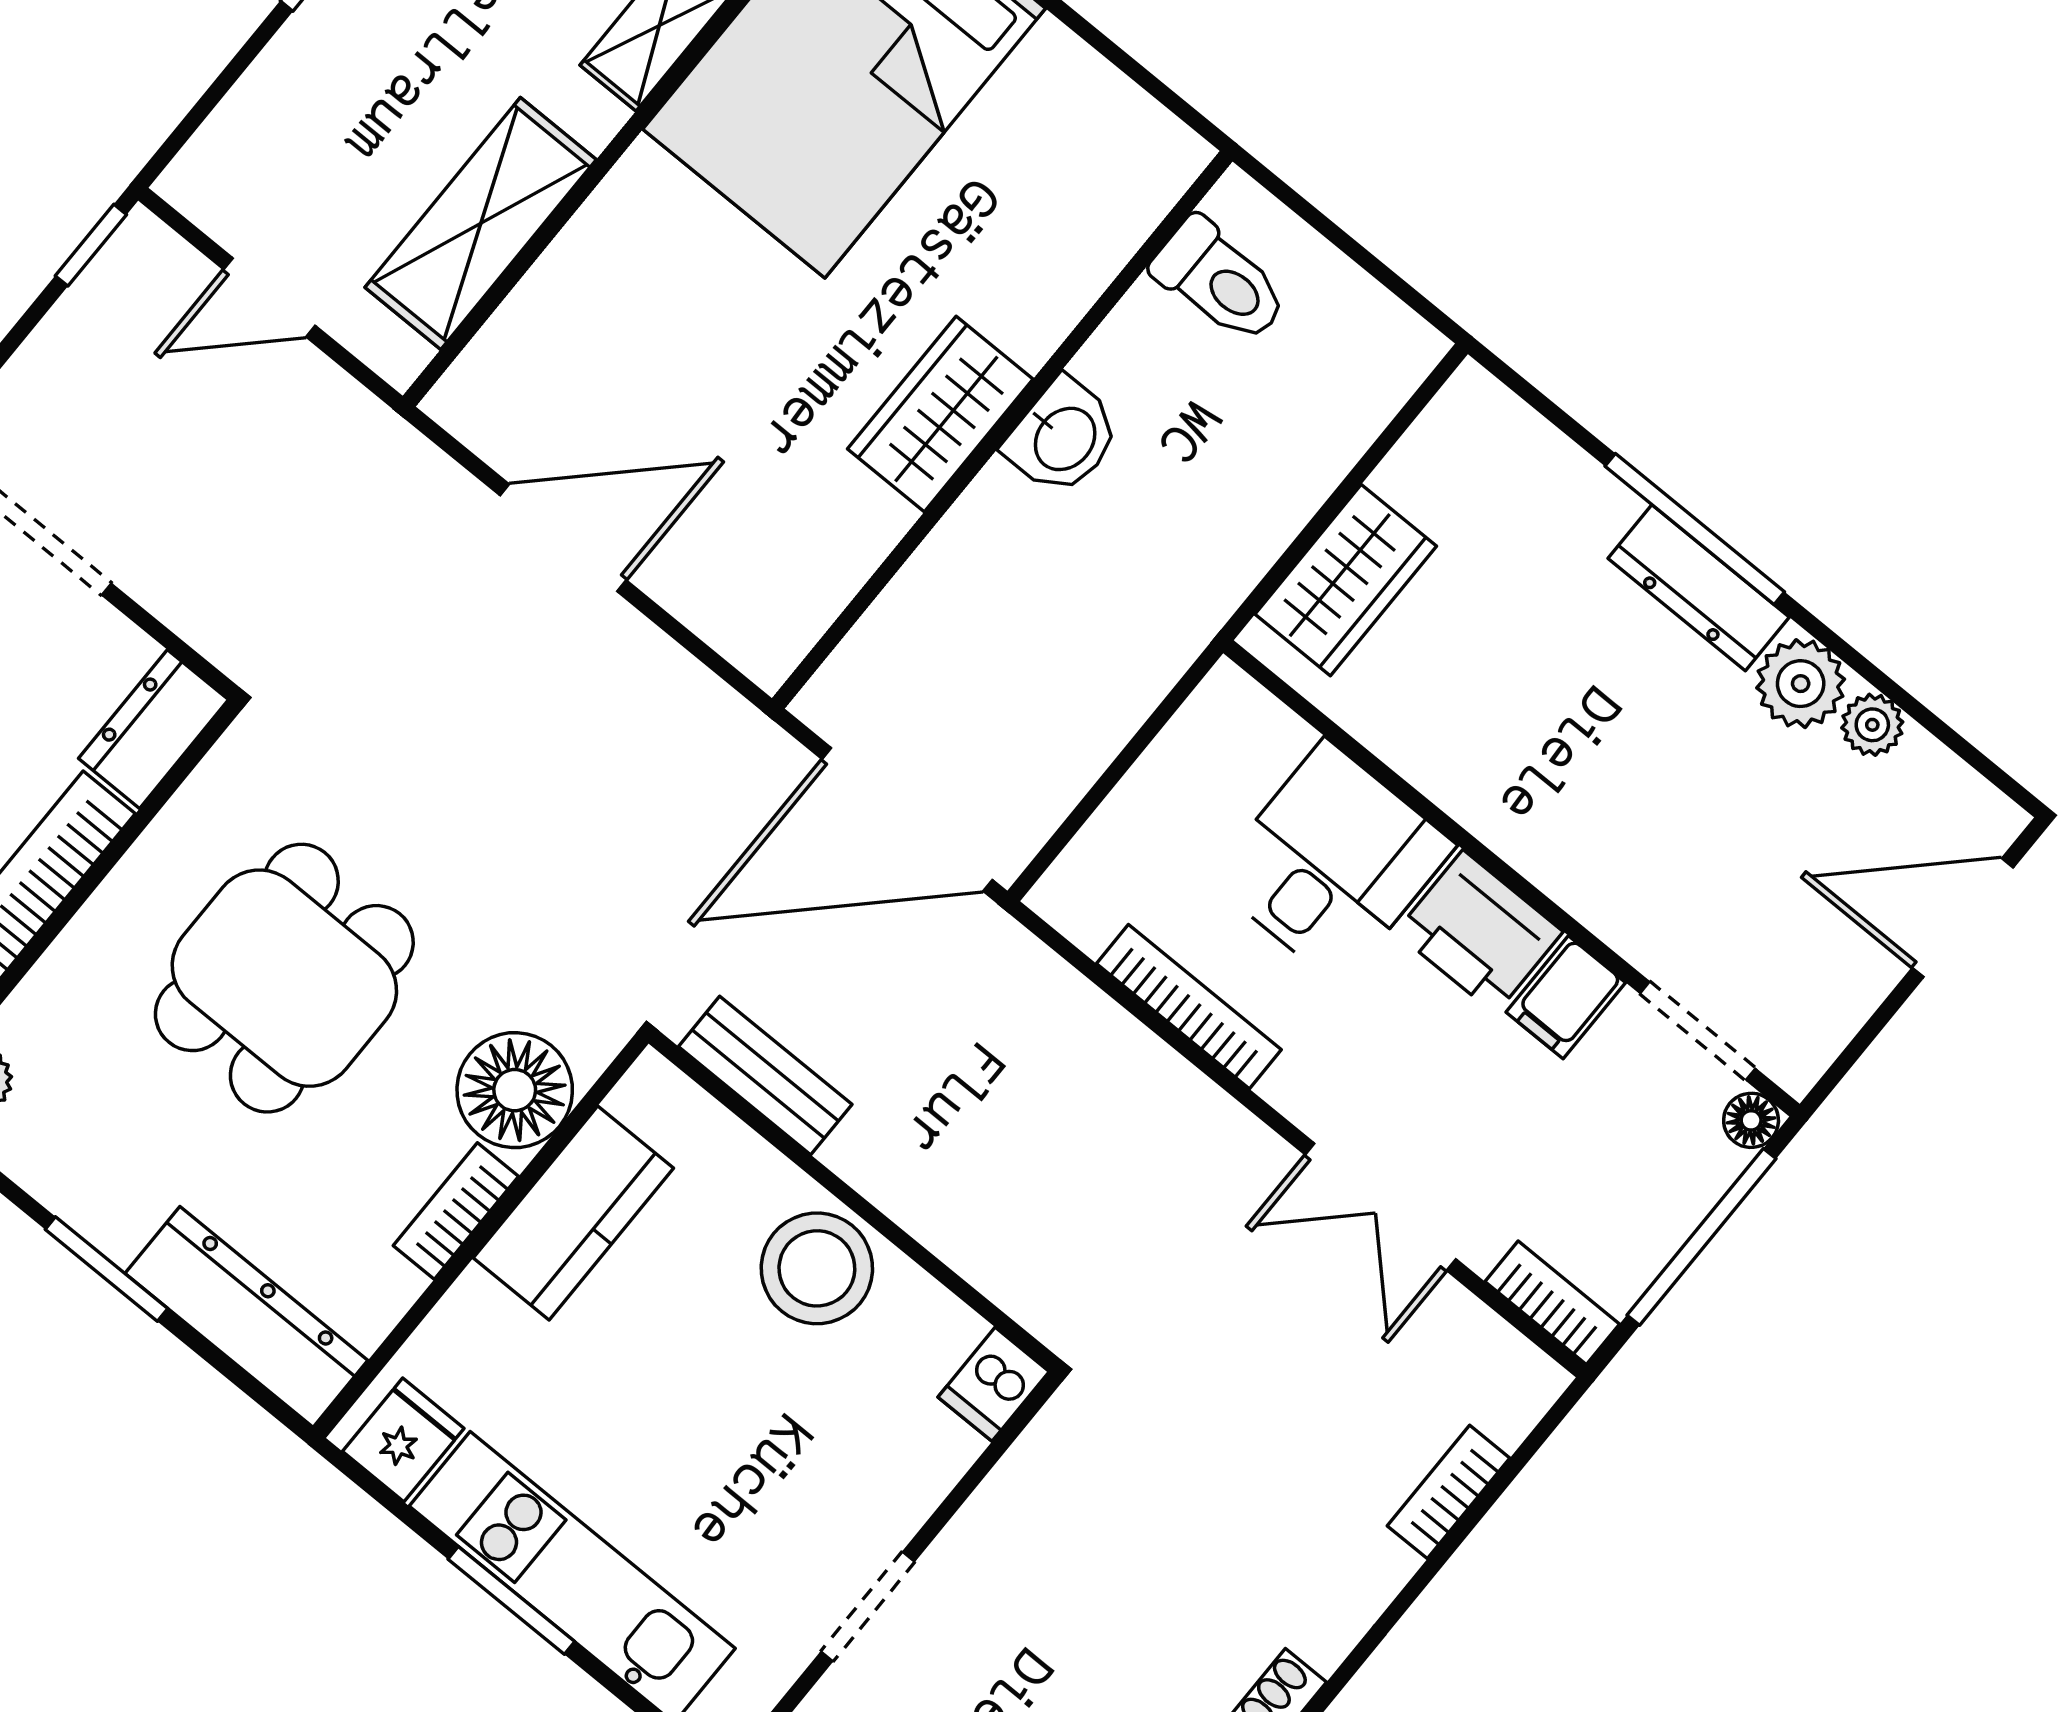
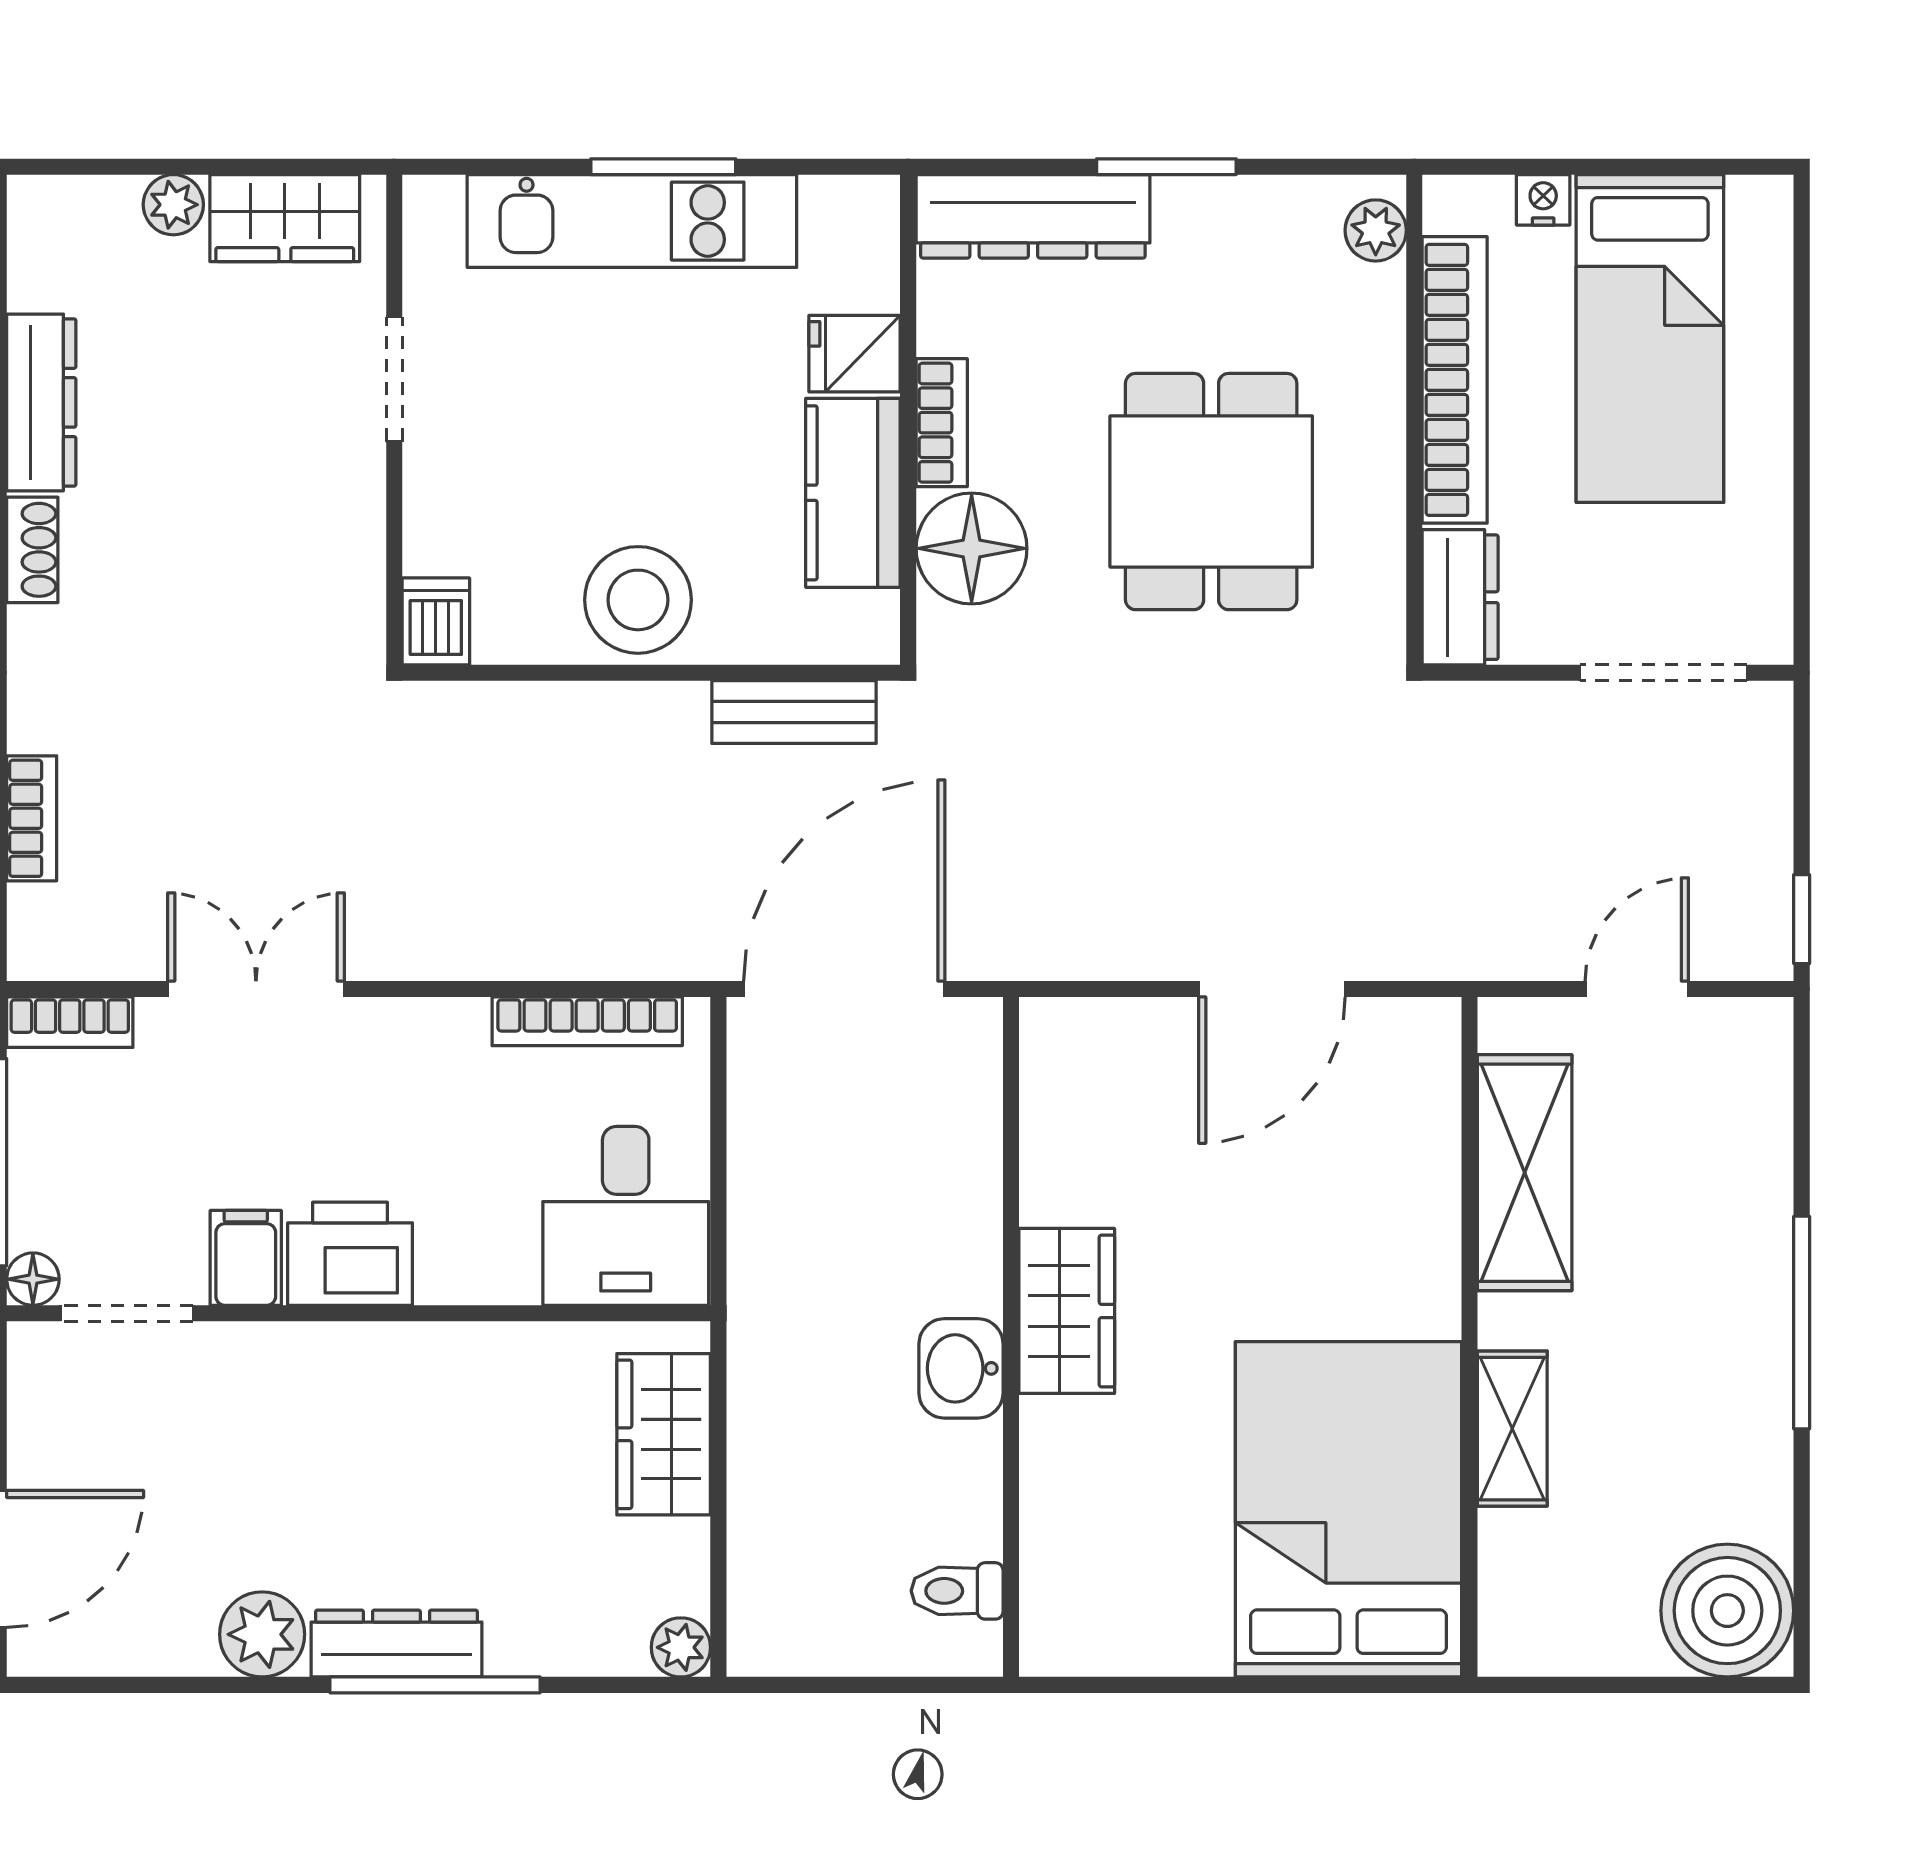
toilet: (1220, 281) -> (957, 1591), width x0.73, depth x0.72
plant: (1872, 725) -> (681, 1647), moved
desk: (1332, 863) -> (626, 1216), moved
bookcase: (1189, 1007) -> (587, 1021), moved
fridge: (403, 1440) -> (855, 354), moved, turned 90

